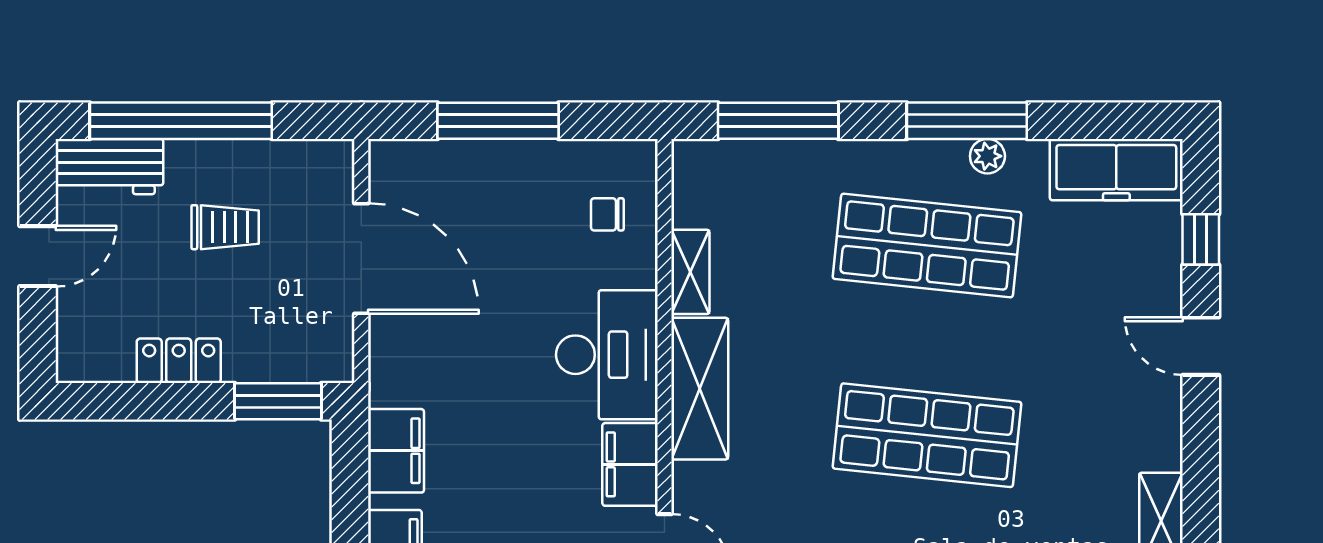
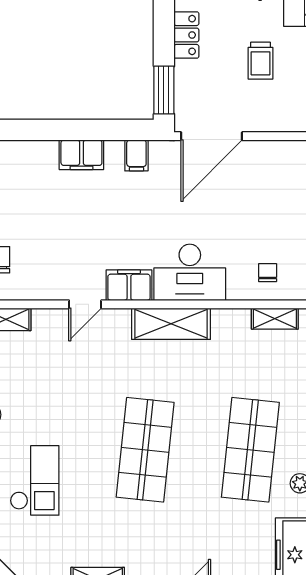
door: (361, 258) -> (212, 136), moved
shelving: (690, 272) -> (275, 319), moved
filing cabinet: (396, 451) -> (136, 155), width x0.50

